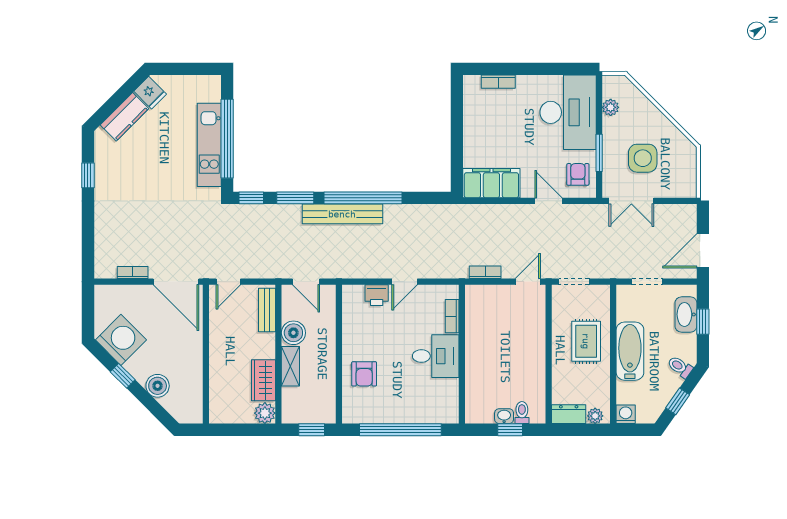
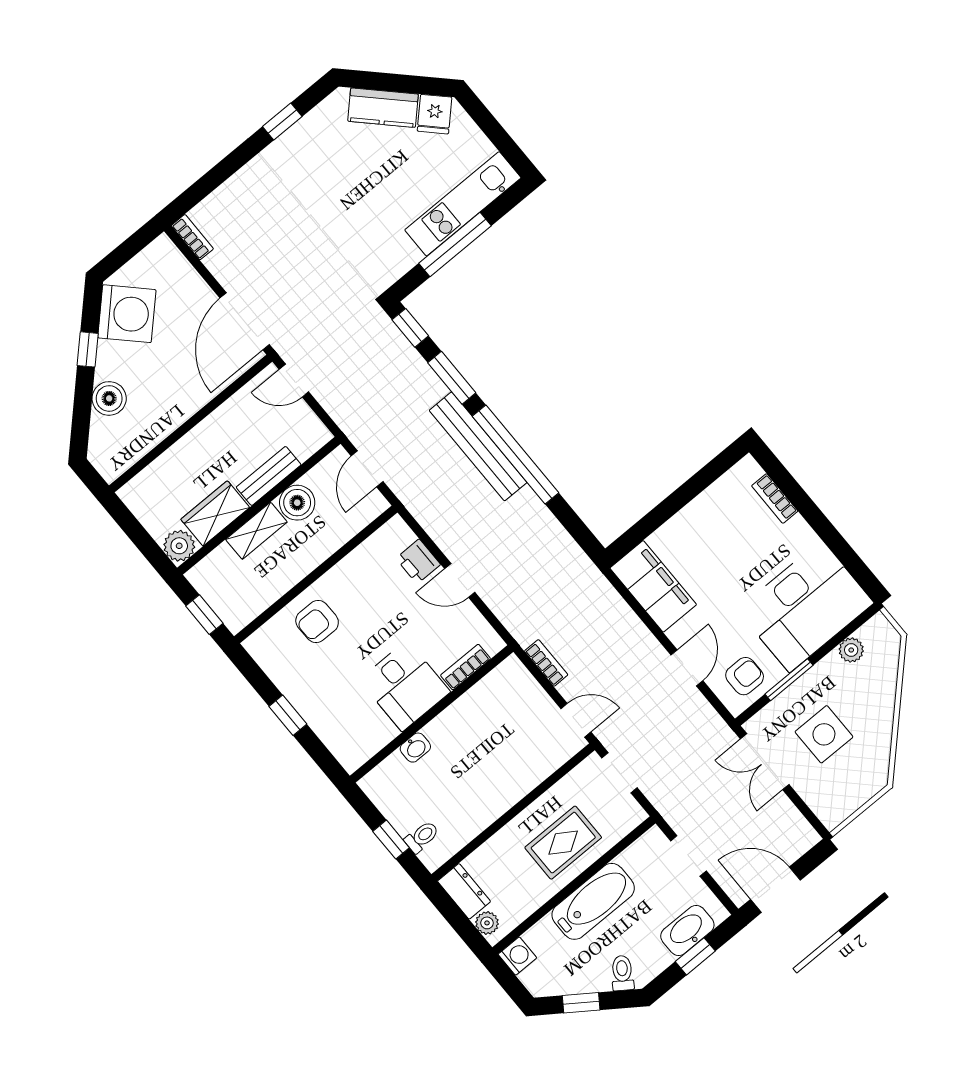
window: (227, 139) -> (455, 245), width x0.68
kitchen unit: (209, 145) -> (463, 204), moved
bookcase: (133, 272) -> (192, 237), moved
bench: (267, 310) -> (269, 476), moved
washbasin: (504, 416) -> (415, 748), moved, turned 90
window: (400, 430) -> (288, 715), width x0.32

